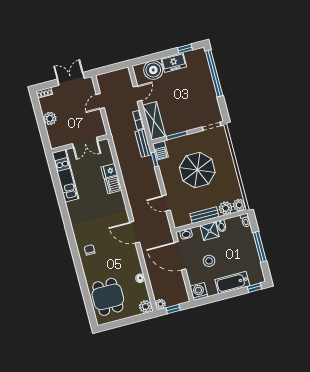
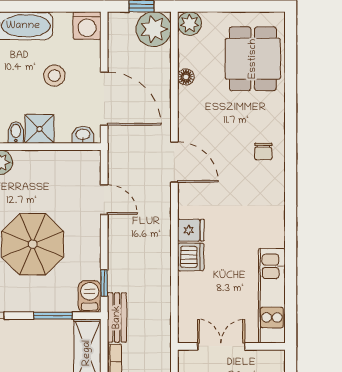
fridge: (109, 171) -> (191, 230), moved
bench: (204, 215) -> (41, 160), removed
plant: (160, 304) -> (154, 29), width x1.87, depth x1.87

